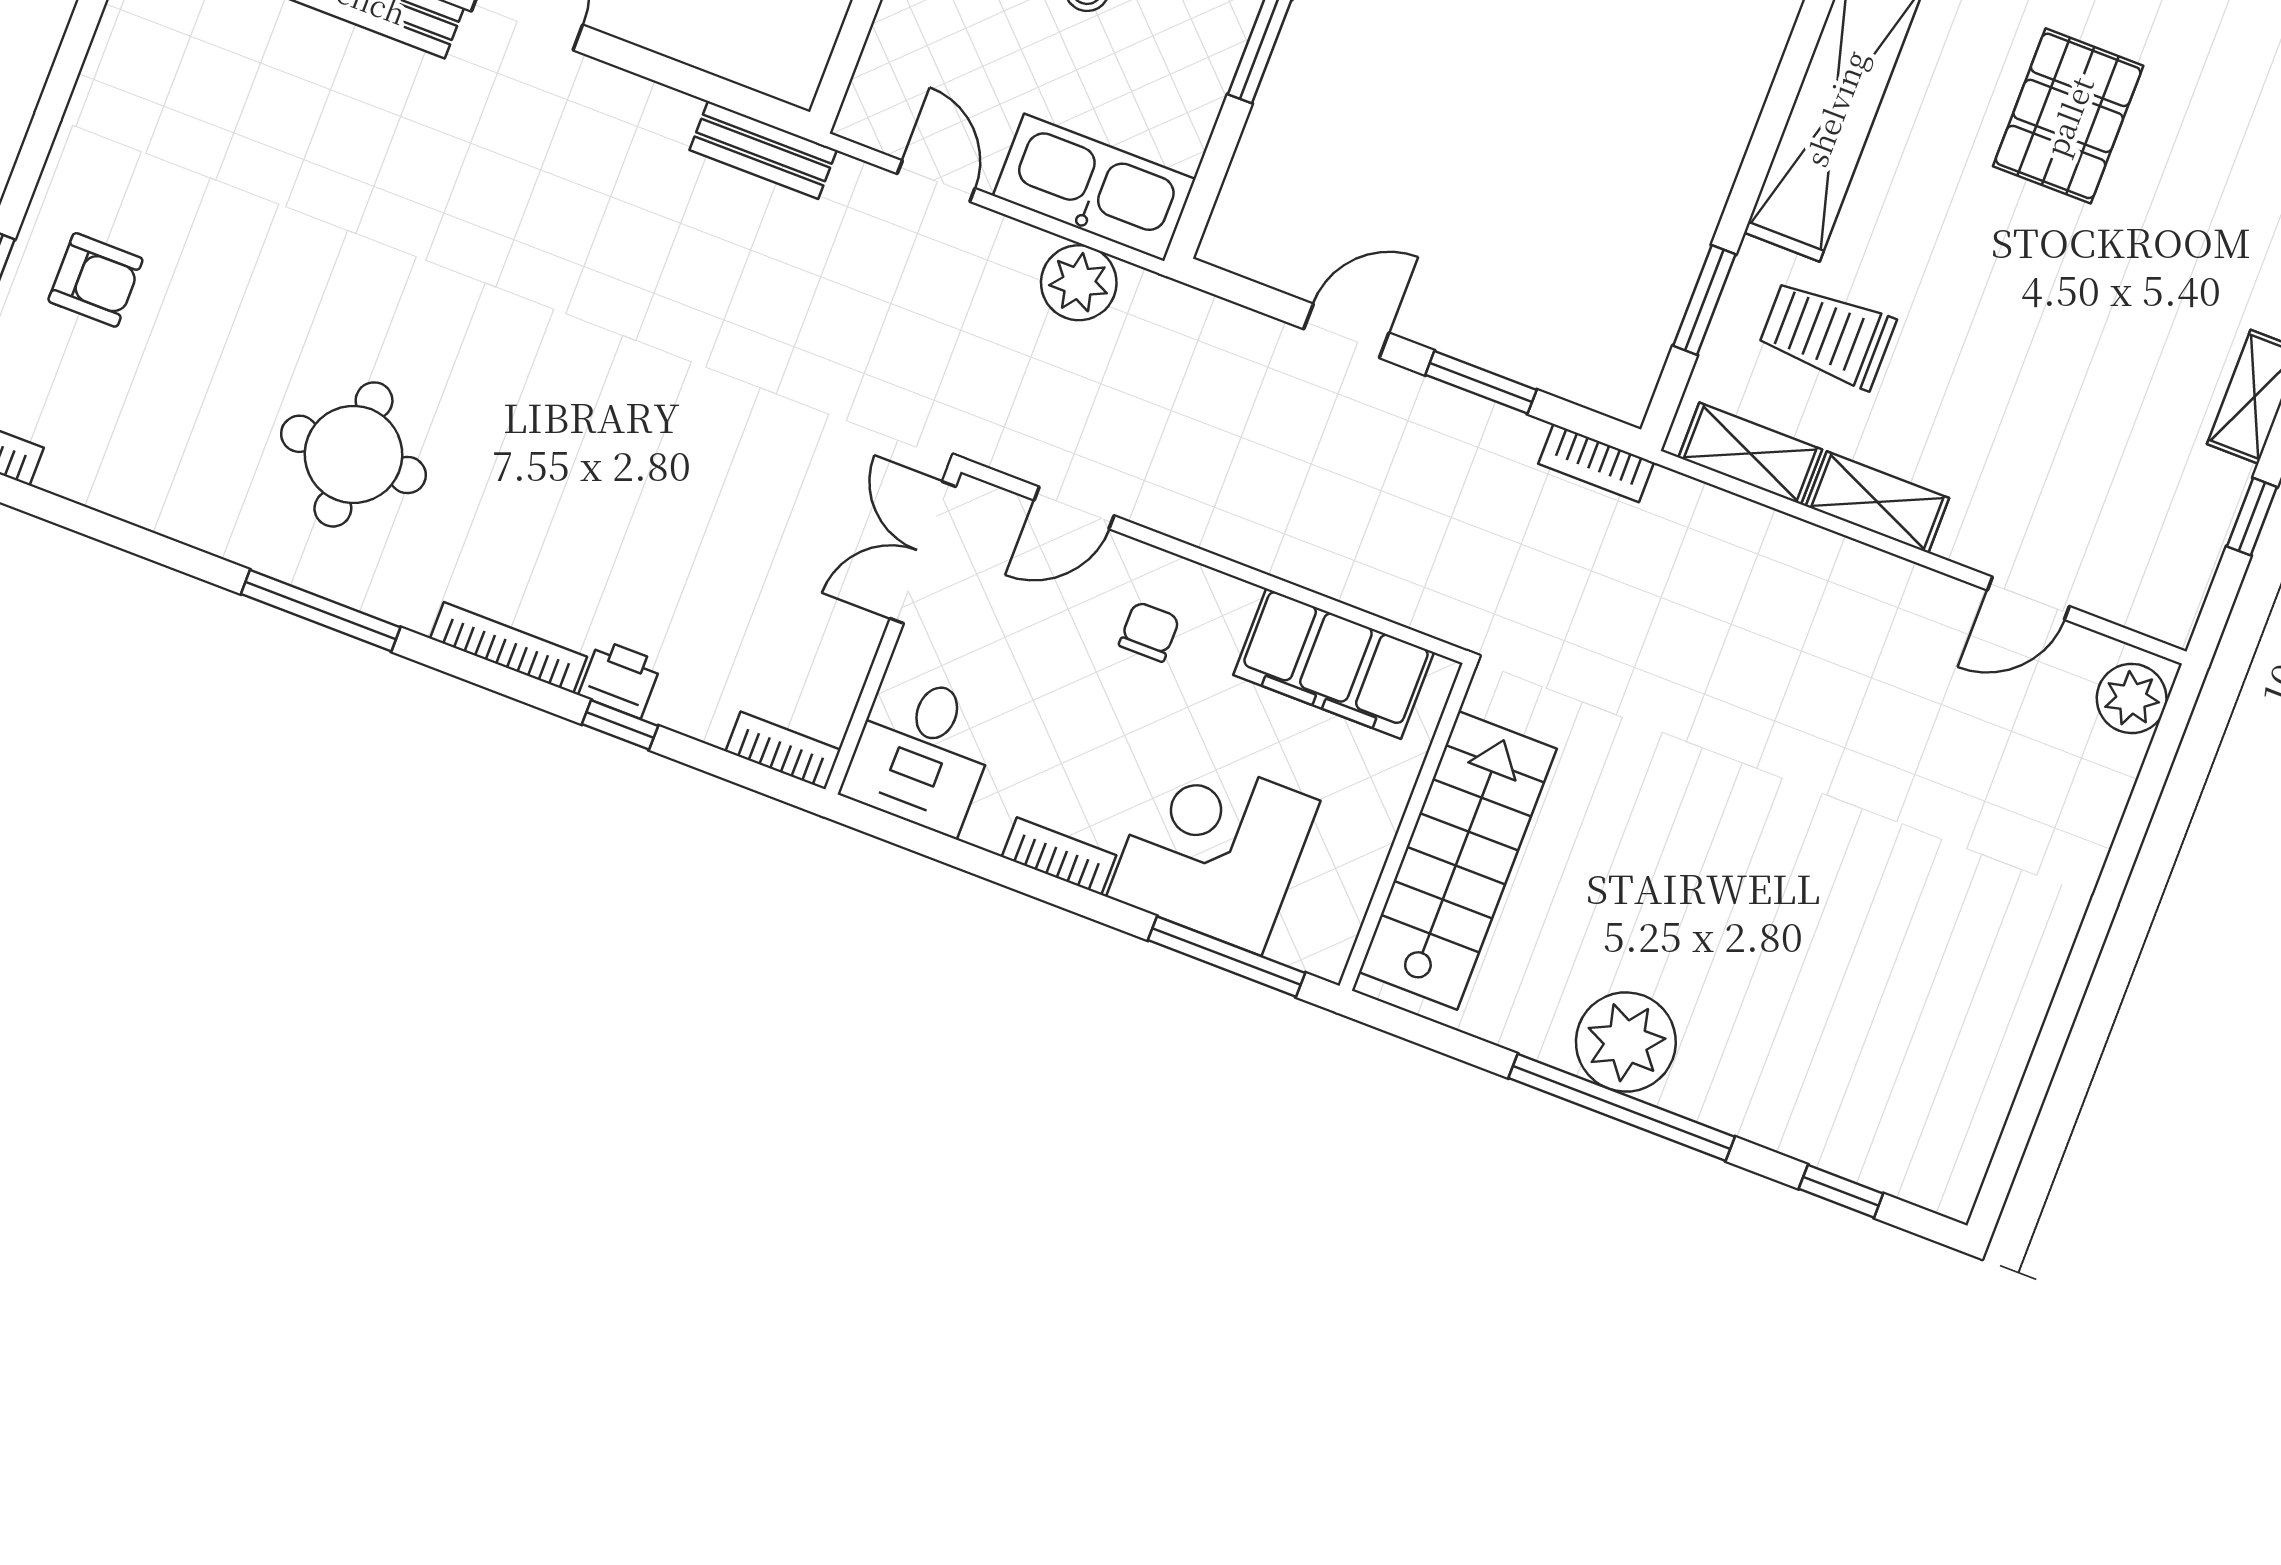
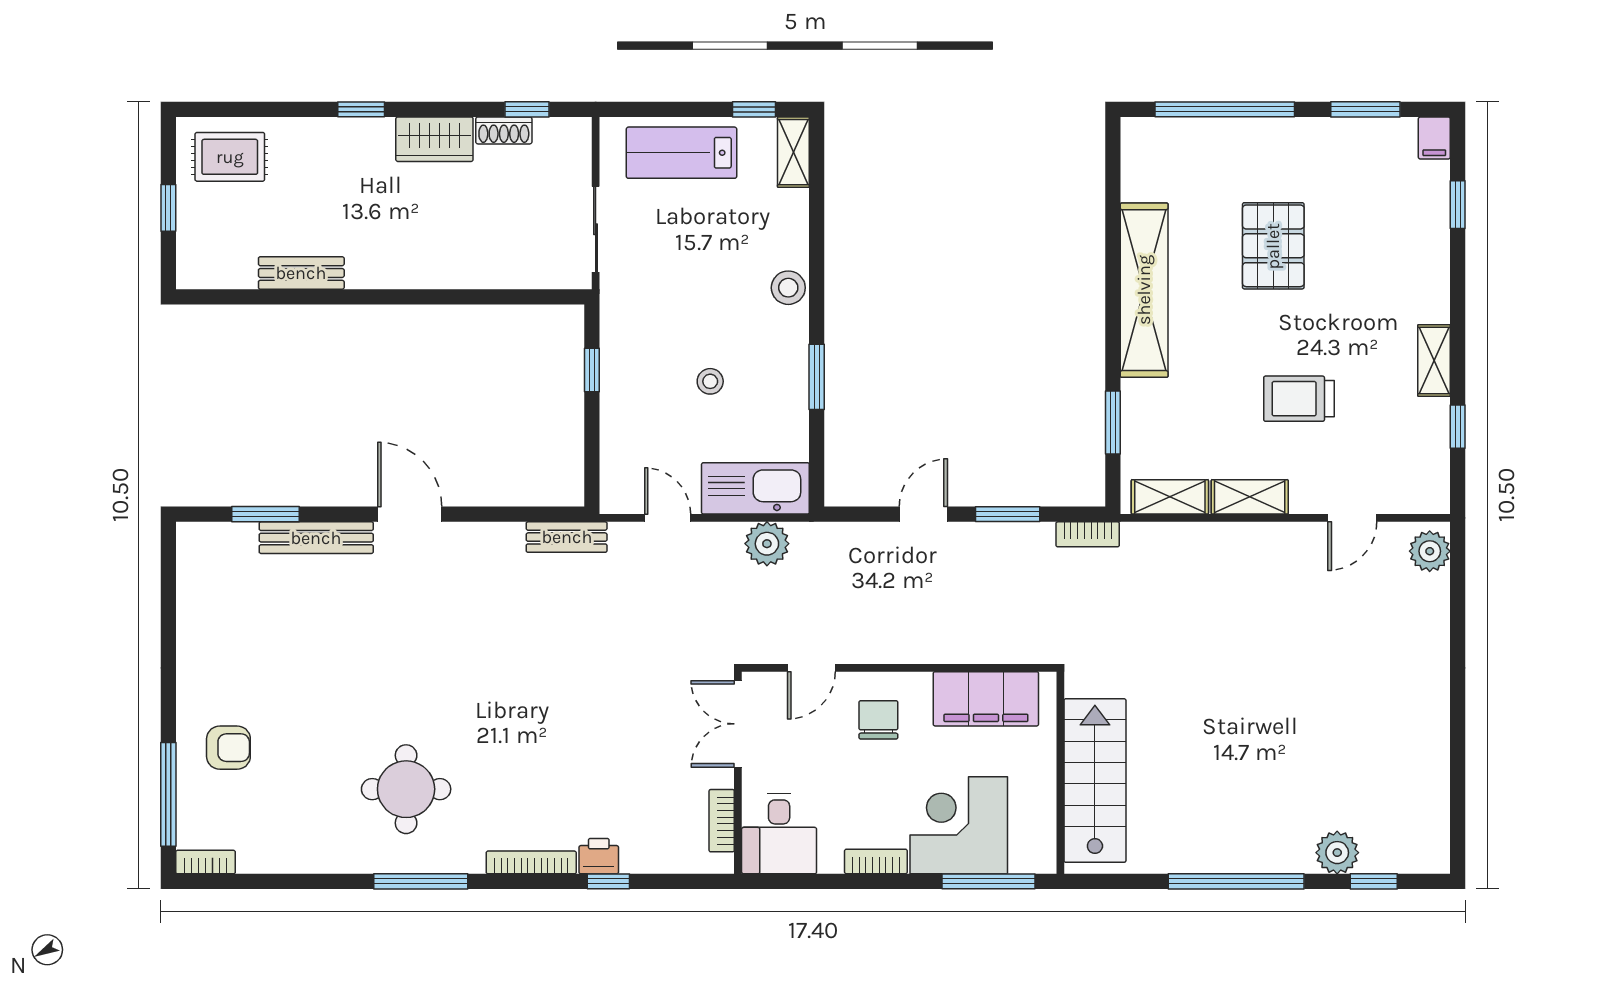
trolley: (1827, 334) -> (1299, 399), moved
chair: (1149, 632) -> (878, 720), width x1.37, depth x1.37
bookcase: (783, 751) -> (722, 821), moved, turned -90
plant: (1626, 1042) -> (1337, 853), moved, width x0.73, depth x0.73

